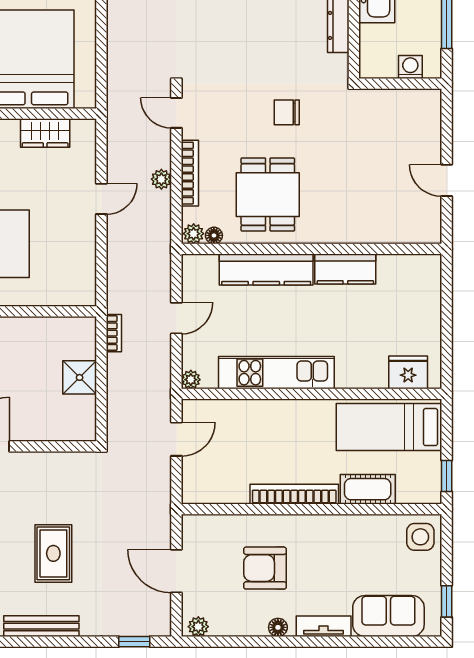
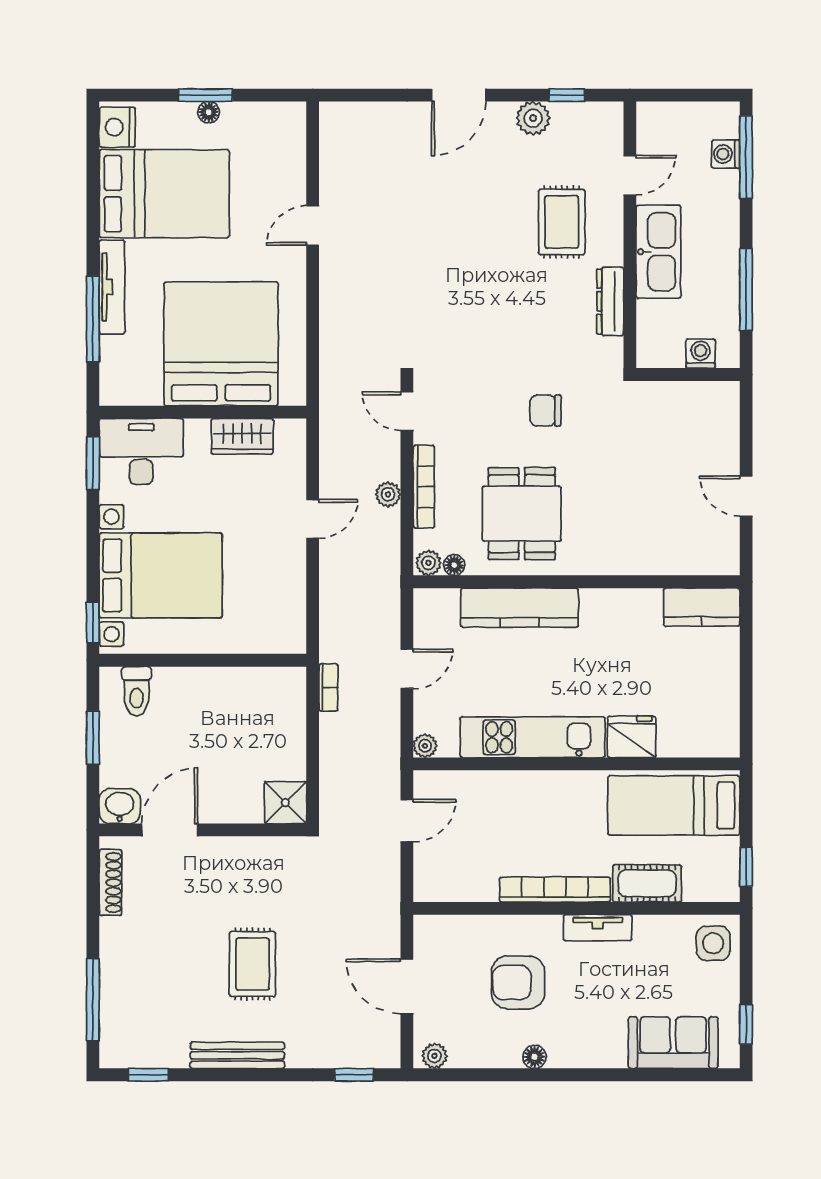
kitchen counter: (345, 269) -> (702, 607), moved
fridge: (408, 372) -> (632, 737), moved
shower: (80, 377) -> (285, 803), moved
tv unit: (324, 626) -> (598, 928), moved, turned 180

